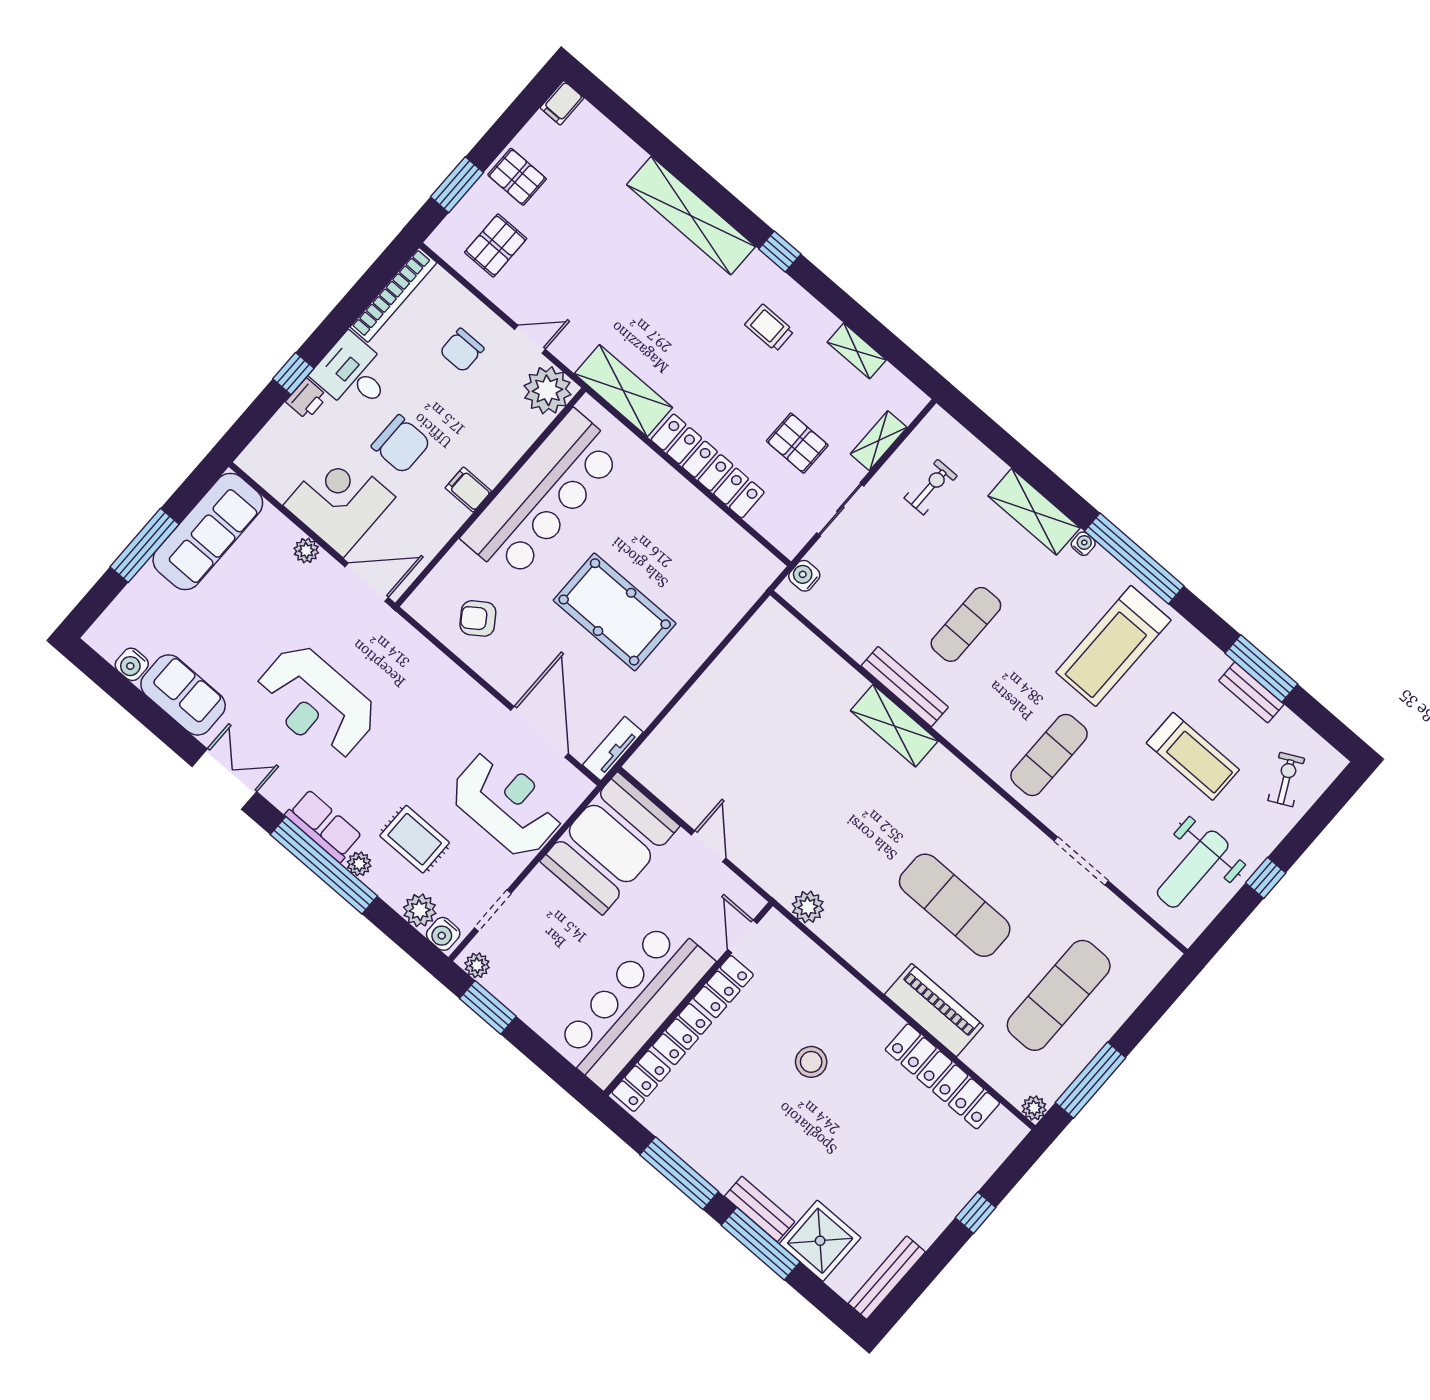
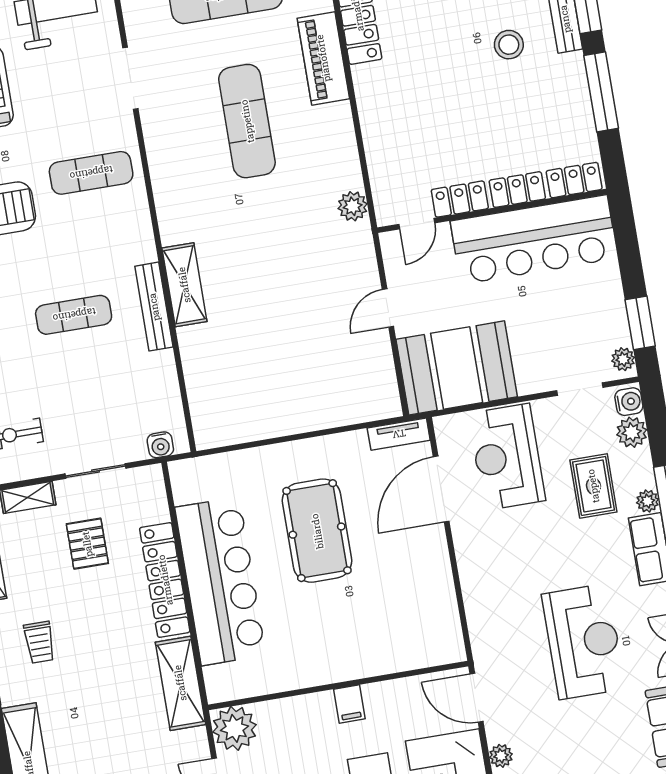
bar counter: (543, 496) -> (220, 581), moved, turned 90
armchair: (478, 618) -> (418, 606), removed
stool: (811, 1062) -> (509, 45), moved

